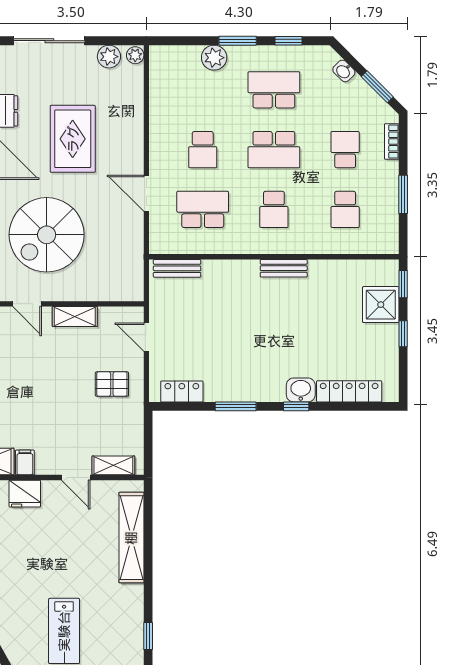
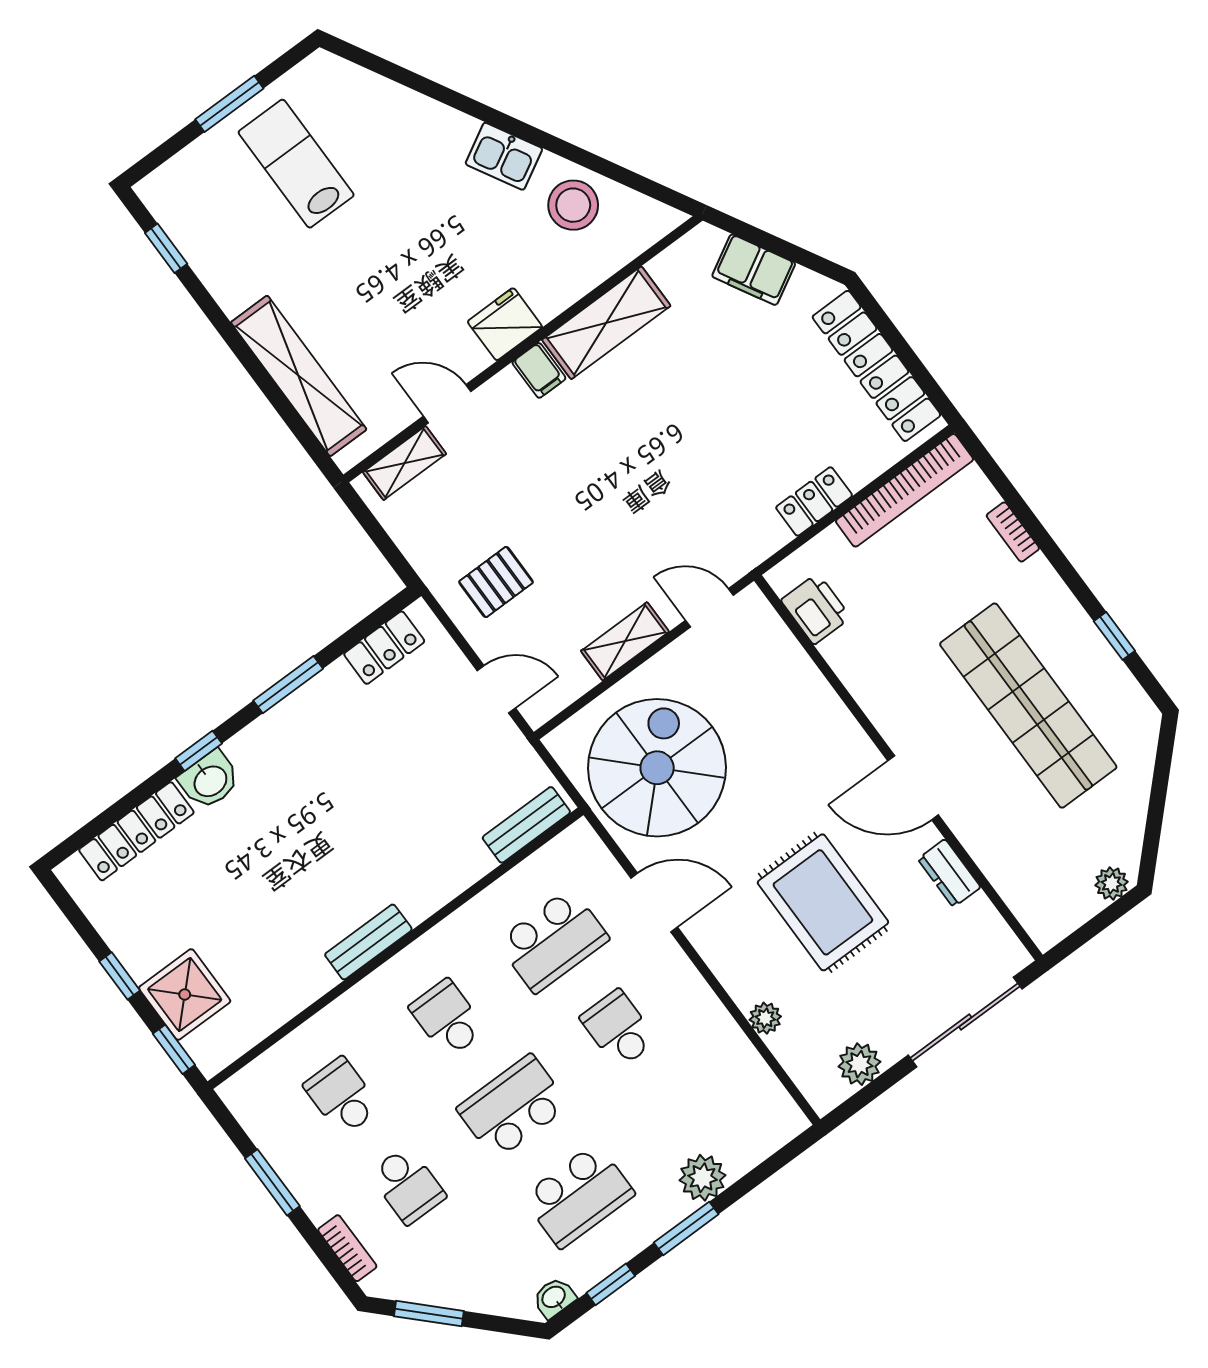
plant: (135, 55) -> (765, 1018), moved
washbasin: (344, 71) -> (554, 1298), moved, turned -45
spiral stairs: (47, 235) -> (657, 768), moved

